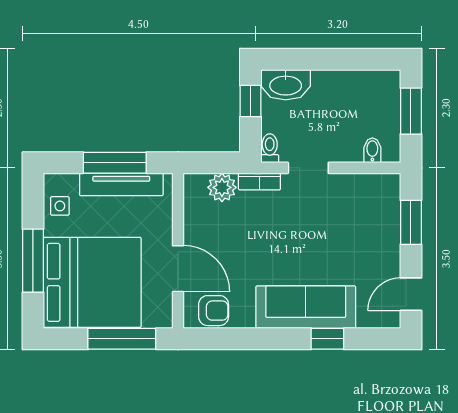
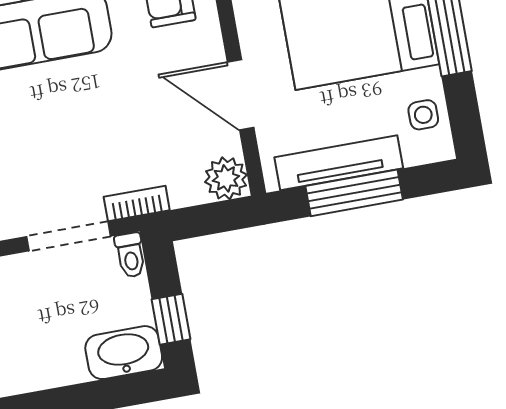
doorway: (308, 168) -> (68, 236), width x1.38
plant: (222, 187) -> (226, 178), moved
door: (178, 269) -> (241, 95), moved

